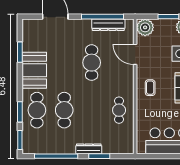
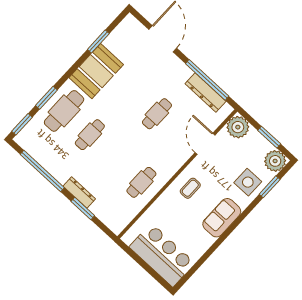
cafe table: (92, 63) -> (157, 114), width x0.73, depth x0.74
cafe table: (64, 110) -> (90, 135), width x0.73, depth x0.74

